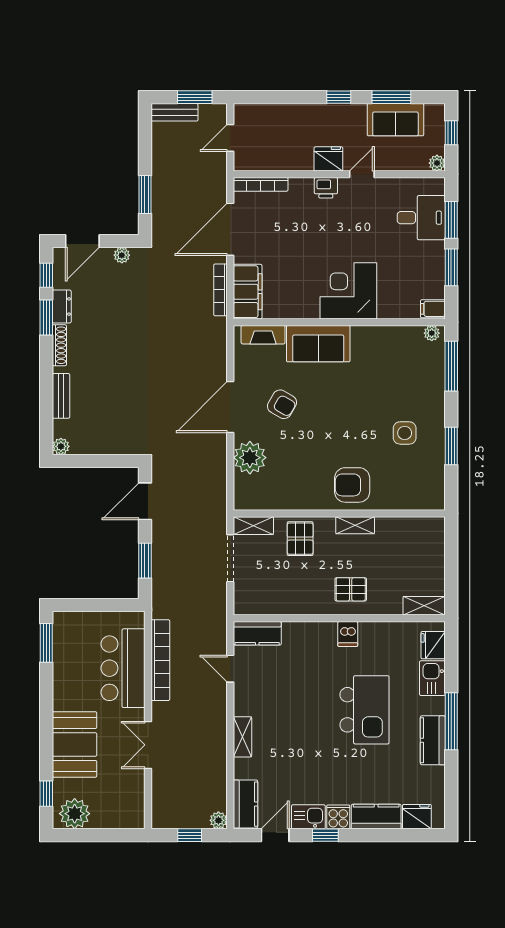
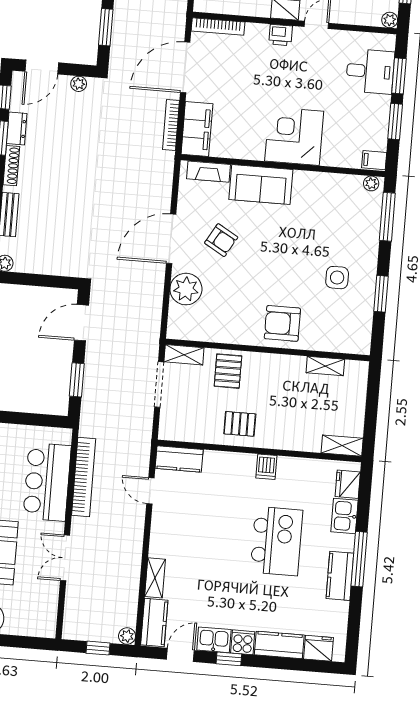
shelving: (355, 525) -> (325, 366), moved
pallet: (351, 589) -> (240, 424), moved
shelving: (242, 737) -> (155, 578), moved

